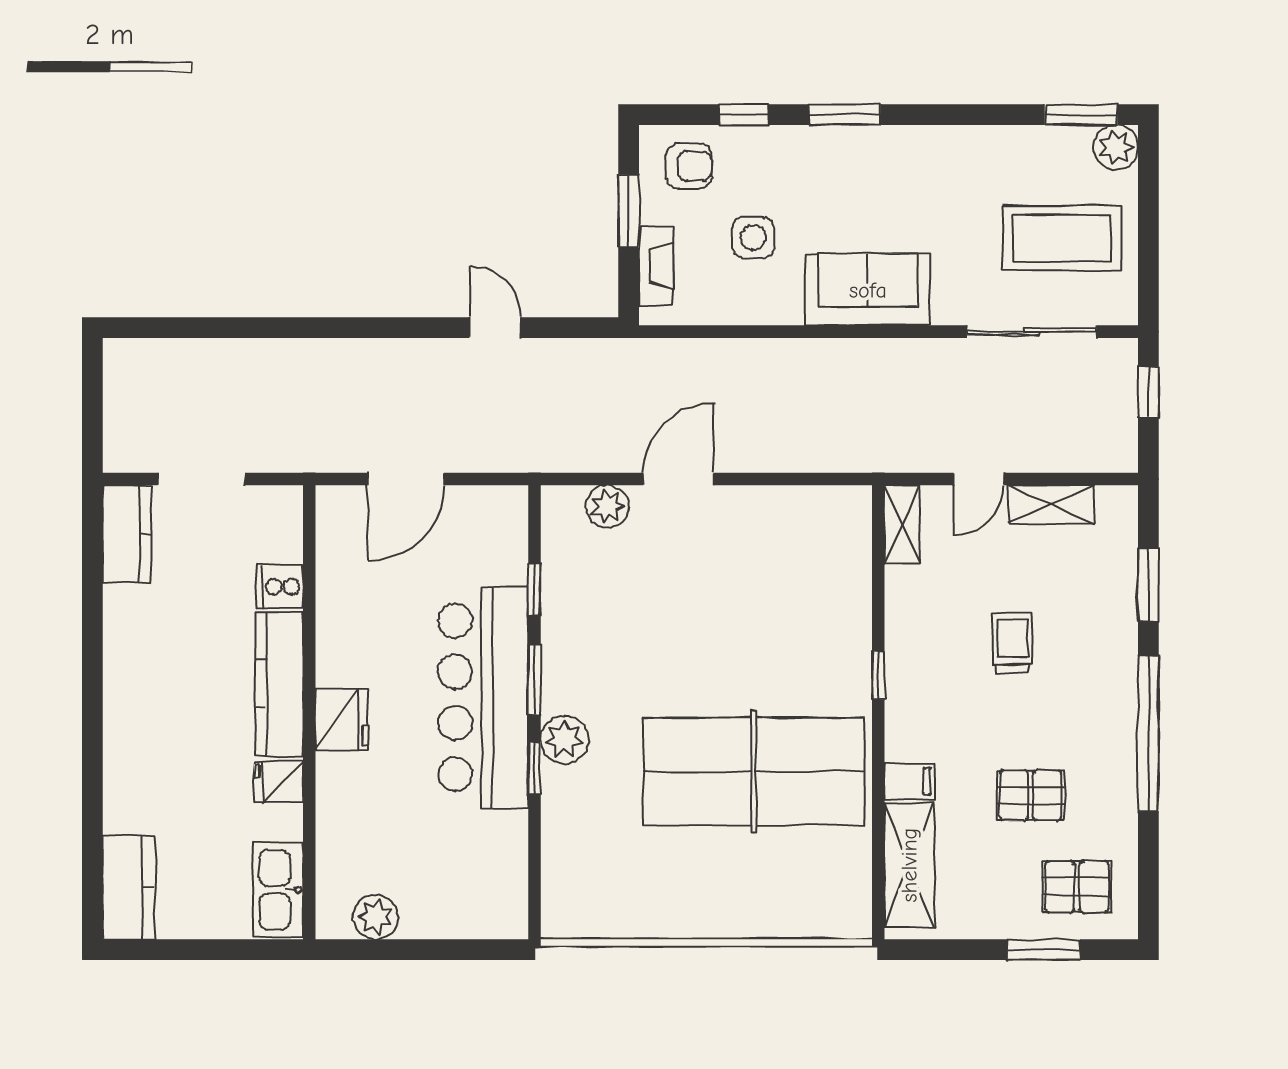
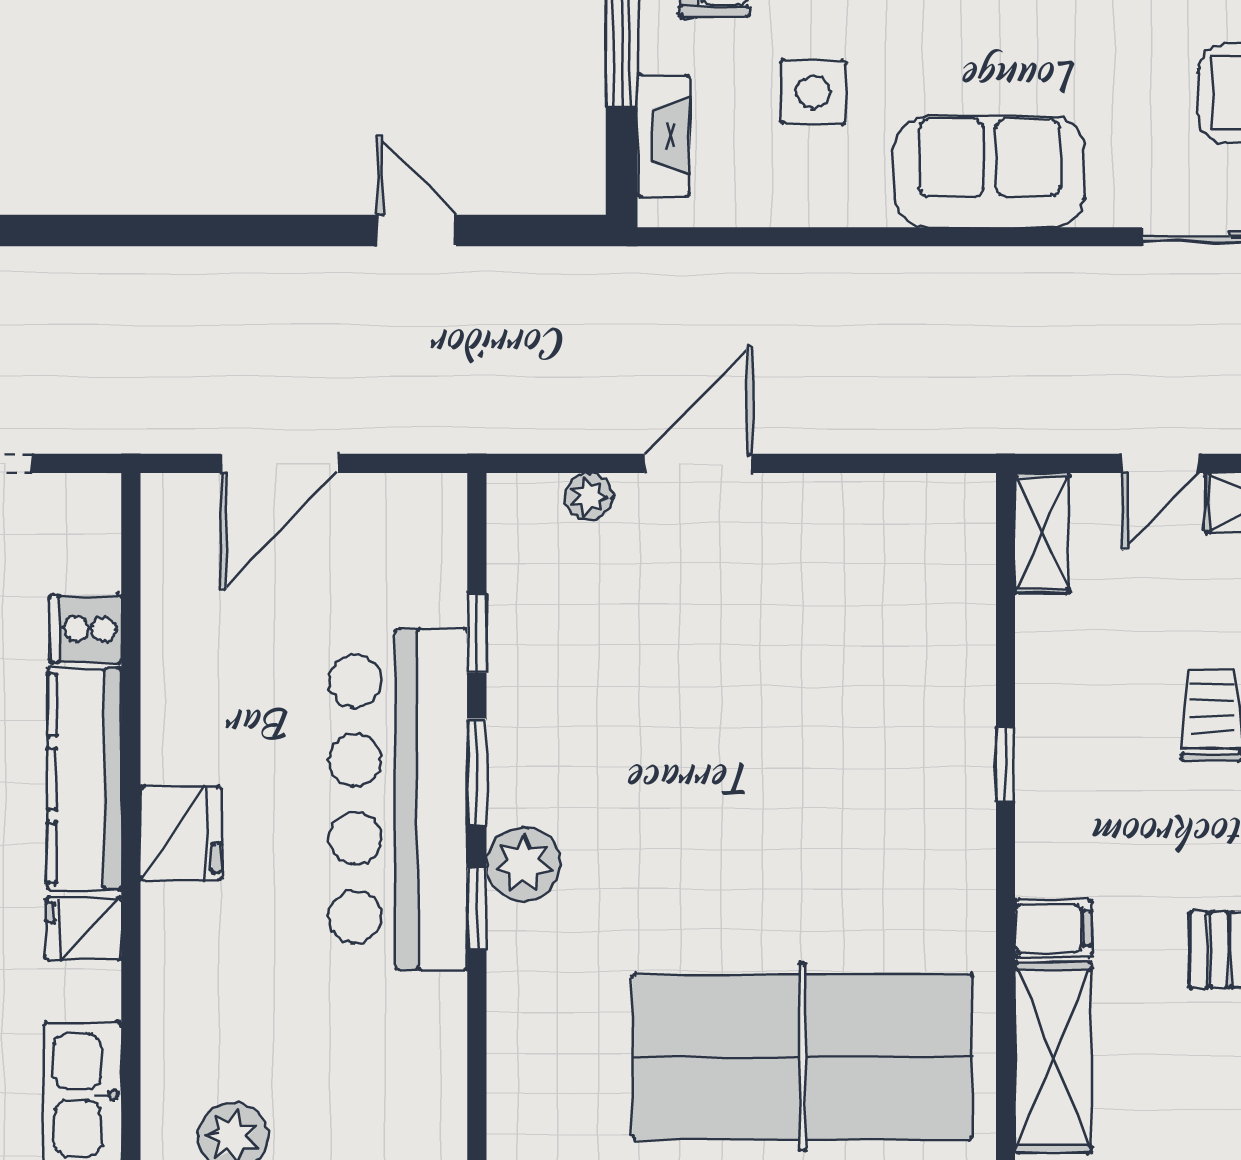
plant: (607, 506) -> (589, 497), width x0.73, depth x0.73
table tennis table: (754, 772) -> (802, 1057), moved

